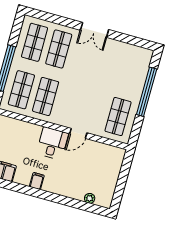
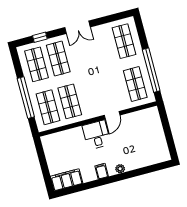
window: (53, 18) -> (40, 37), added
shop shelf: (131, 69) -> (124, 41), added
window: (147, 92) -> (151, 70), moved
plant: (90, 198) -> (120, 169), moved

